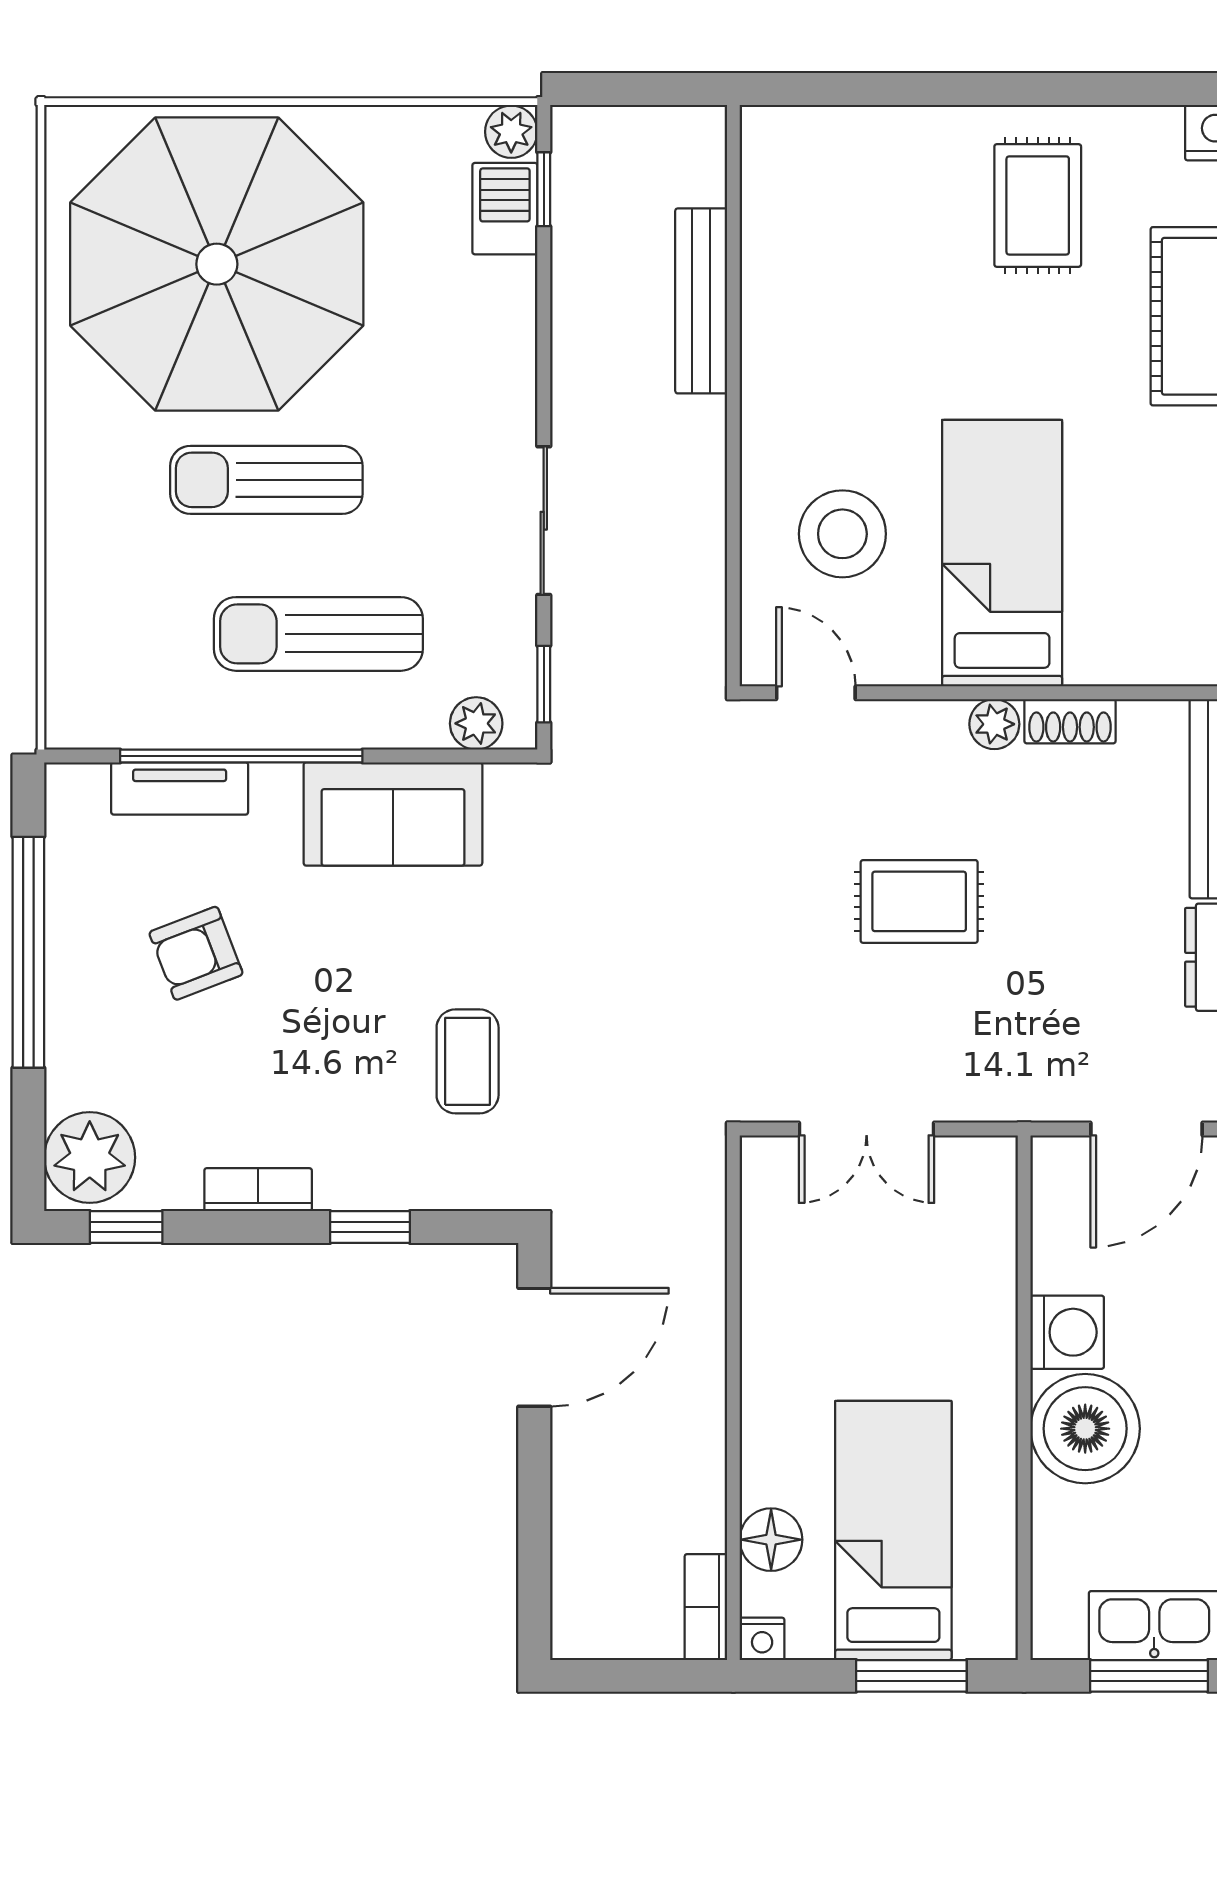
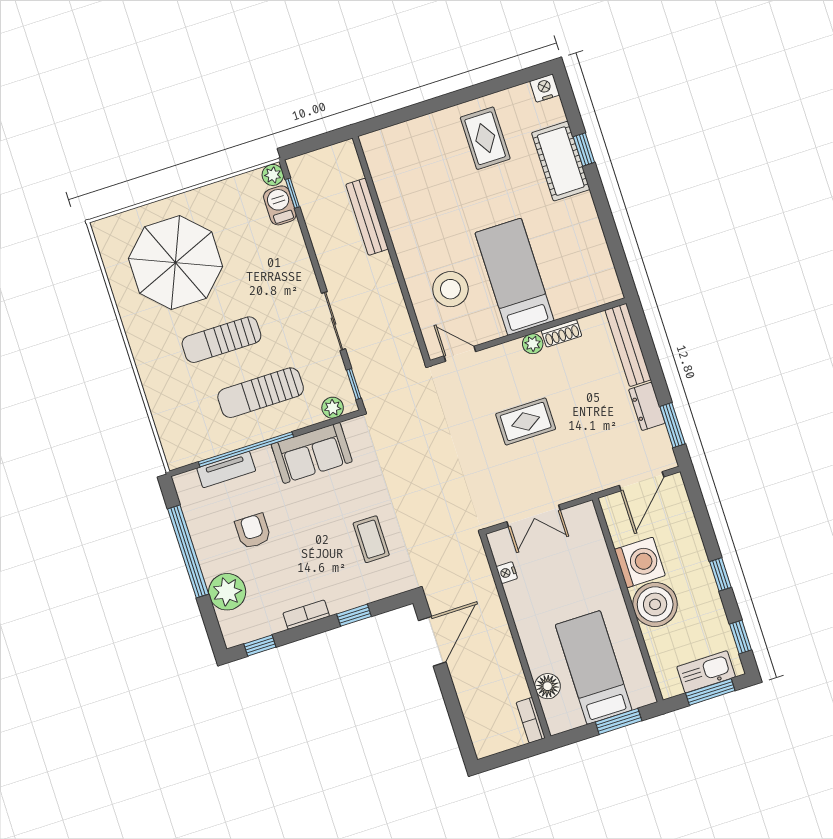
parasol: (217, 264) -> (176, 263), width x0.73, depth x0.73
armchair: (196, 953) -> (253, 531), turned 111
plant: (90, 1157) -> (227, 592), moved
washing machine: (1067, 1332) -> (640, 562), width x1.37, depth x1.37
nightstand: (762, 1639) -> (507, 573), moved, turned 90

